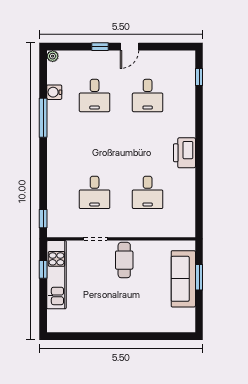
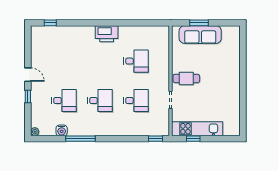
desk: (148, 95) -> (100, 101), moved

